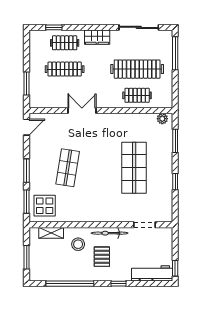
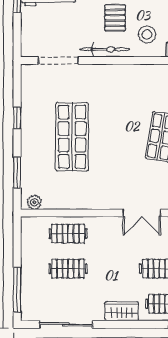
clothes rail: (137, 69) -> (68, 269), width x0.54, depth x0.76
doorway: (144, 225) -> (58, 61), width x1.38

